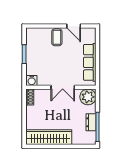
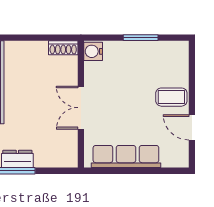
door: (74, 26) -> (192, 127), hinge flipped
plant: (88, 97) -> (63, 153), removed

